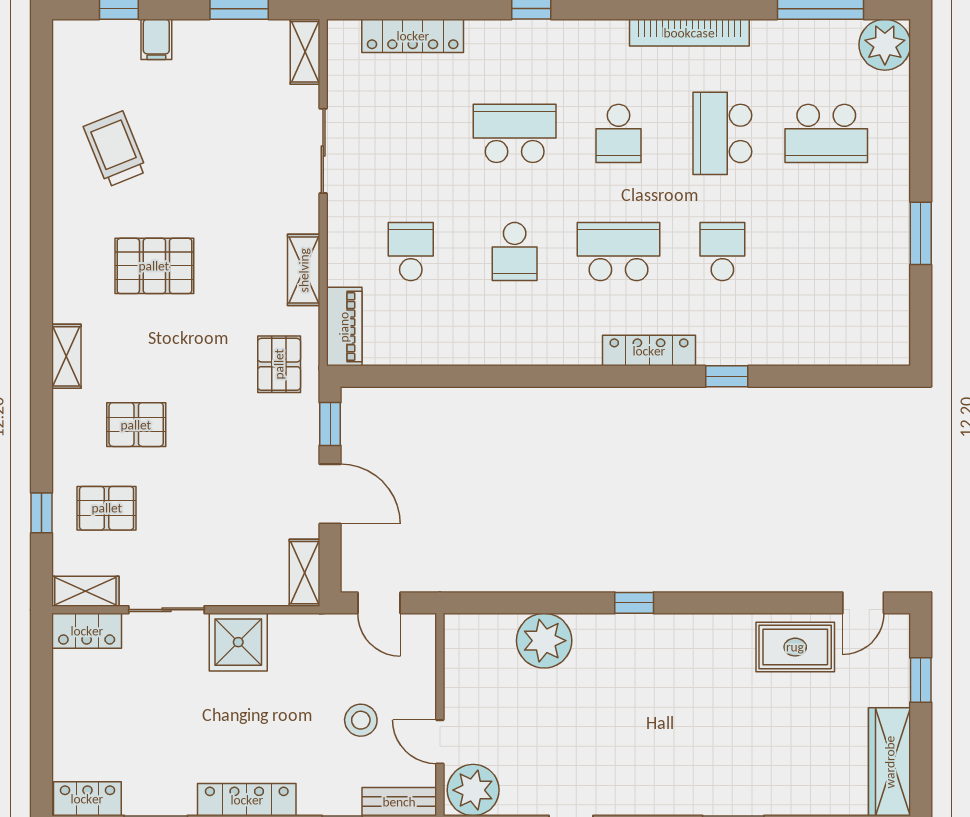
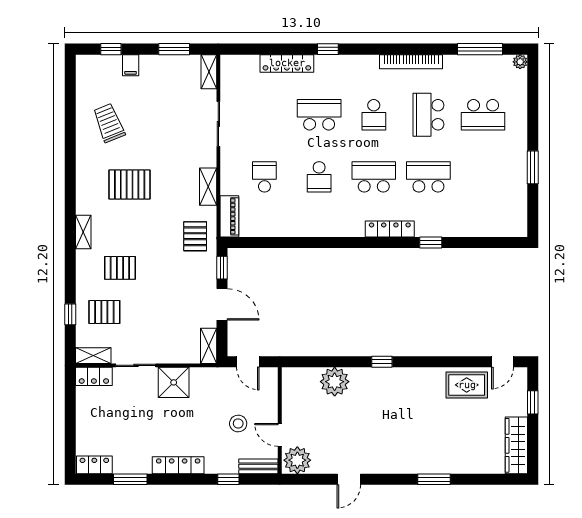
locker: (413, 36) -> (287, 63), moved
plant: (885, 45) -> (520, 62), width x0.53, depth x0.53
school desk: (722, 252) -> (428, 177), width x1.85

